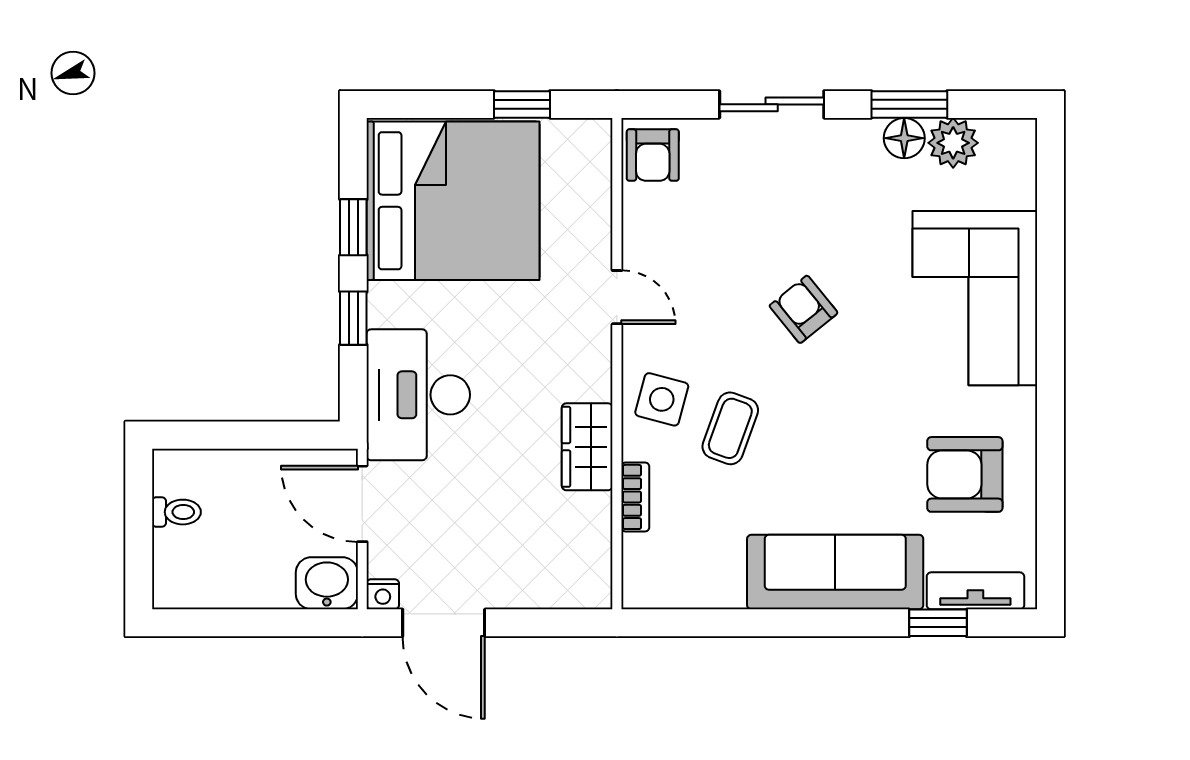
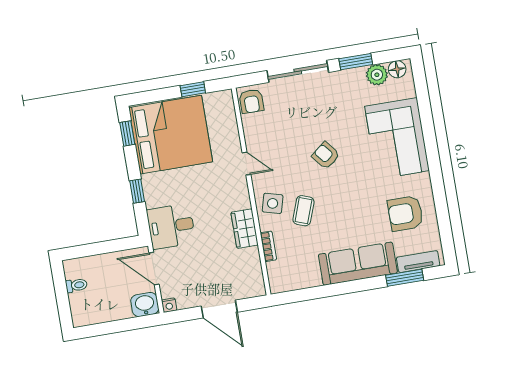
sliding door: (772, 104) -> (298, 71), width x1.37
floor lamp: (904, 138) -> (397, 69), moved
window: (353, 227) -> (127, 133), moved
desk: (418, 395) -> (171, 226), width x0.73
door: (444, 623) -> (219, 309), moved
window: (938, 623) -> (405, 278), width x1.50

